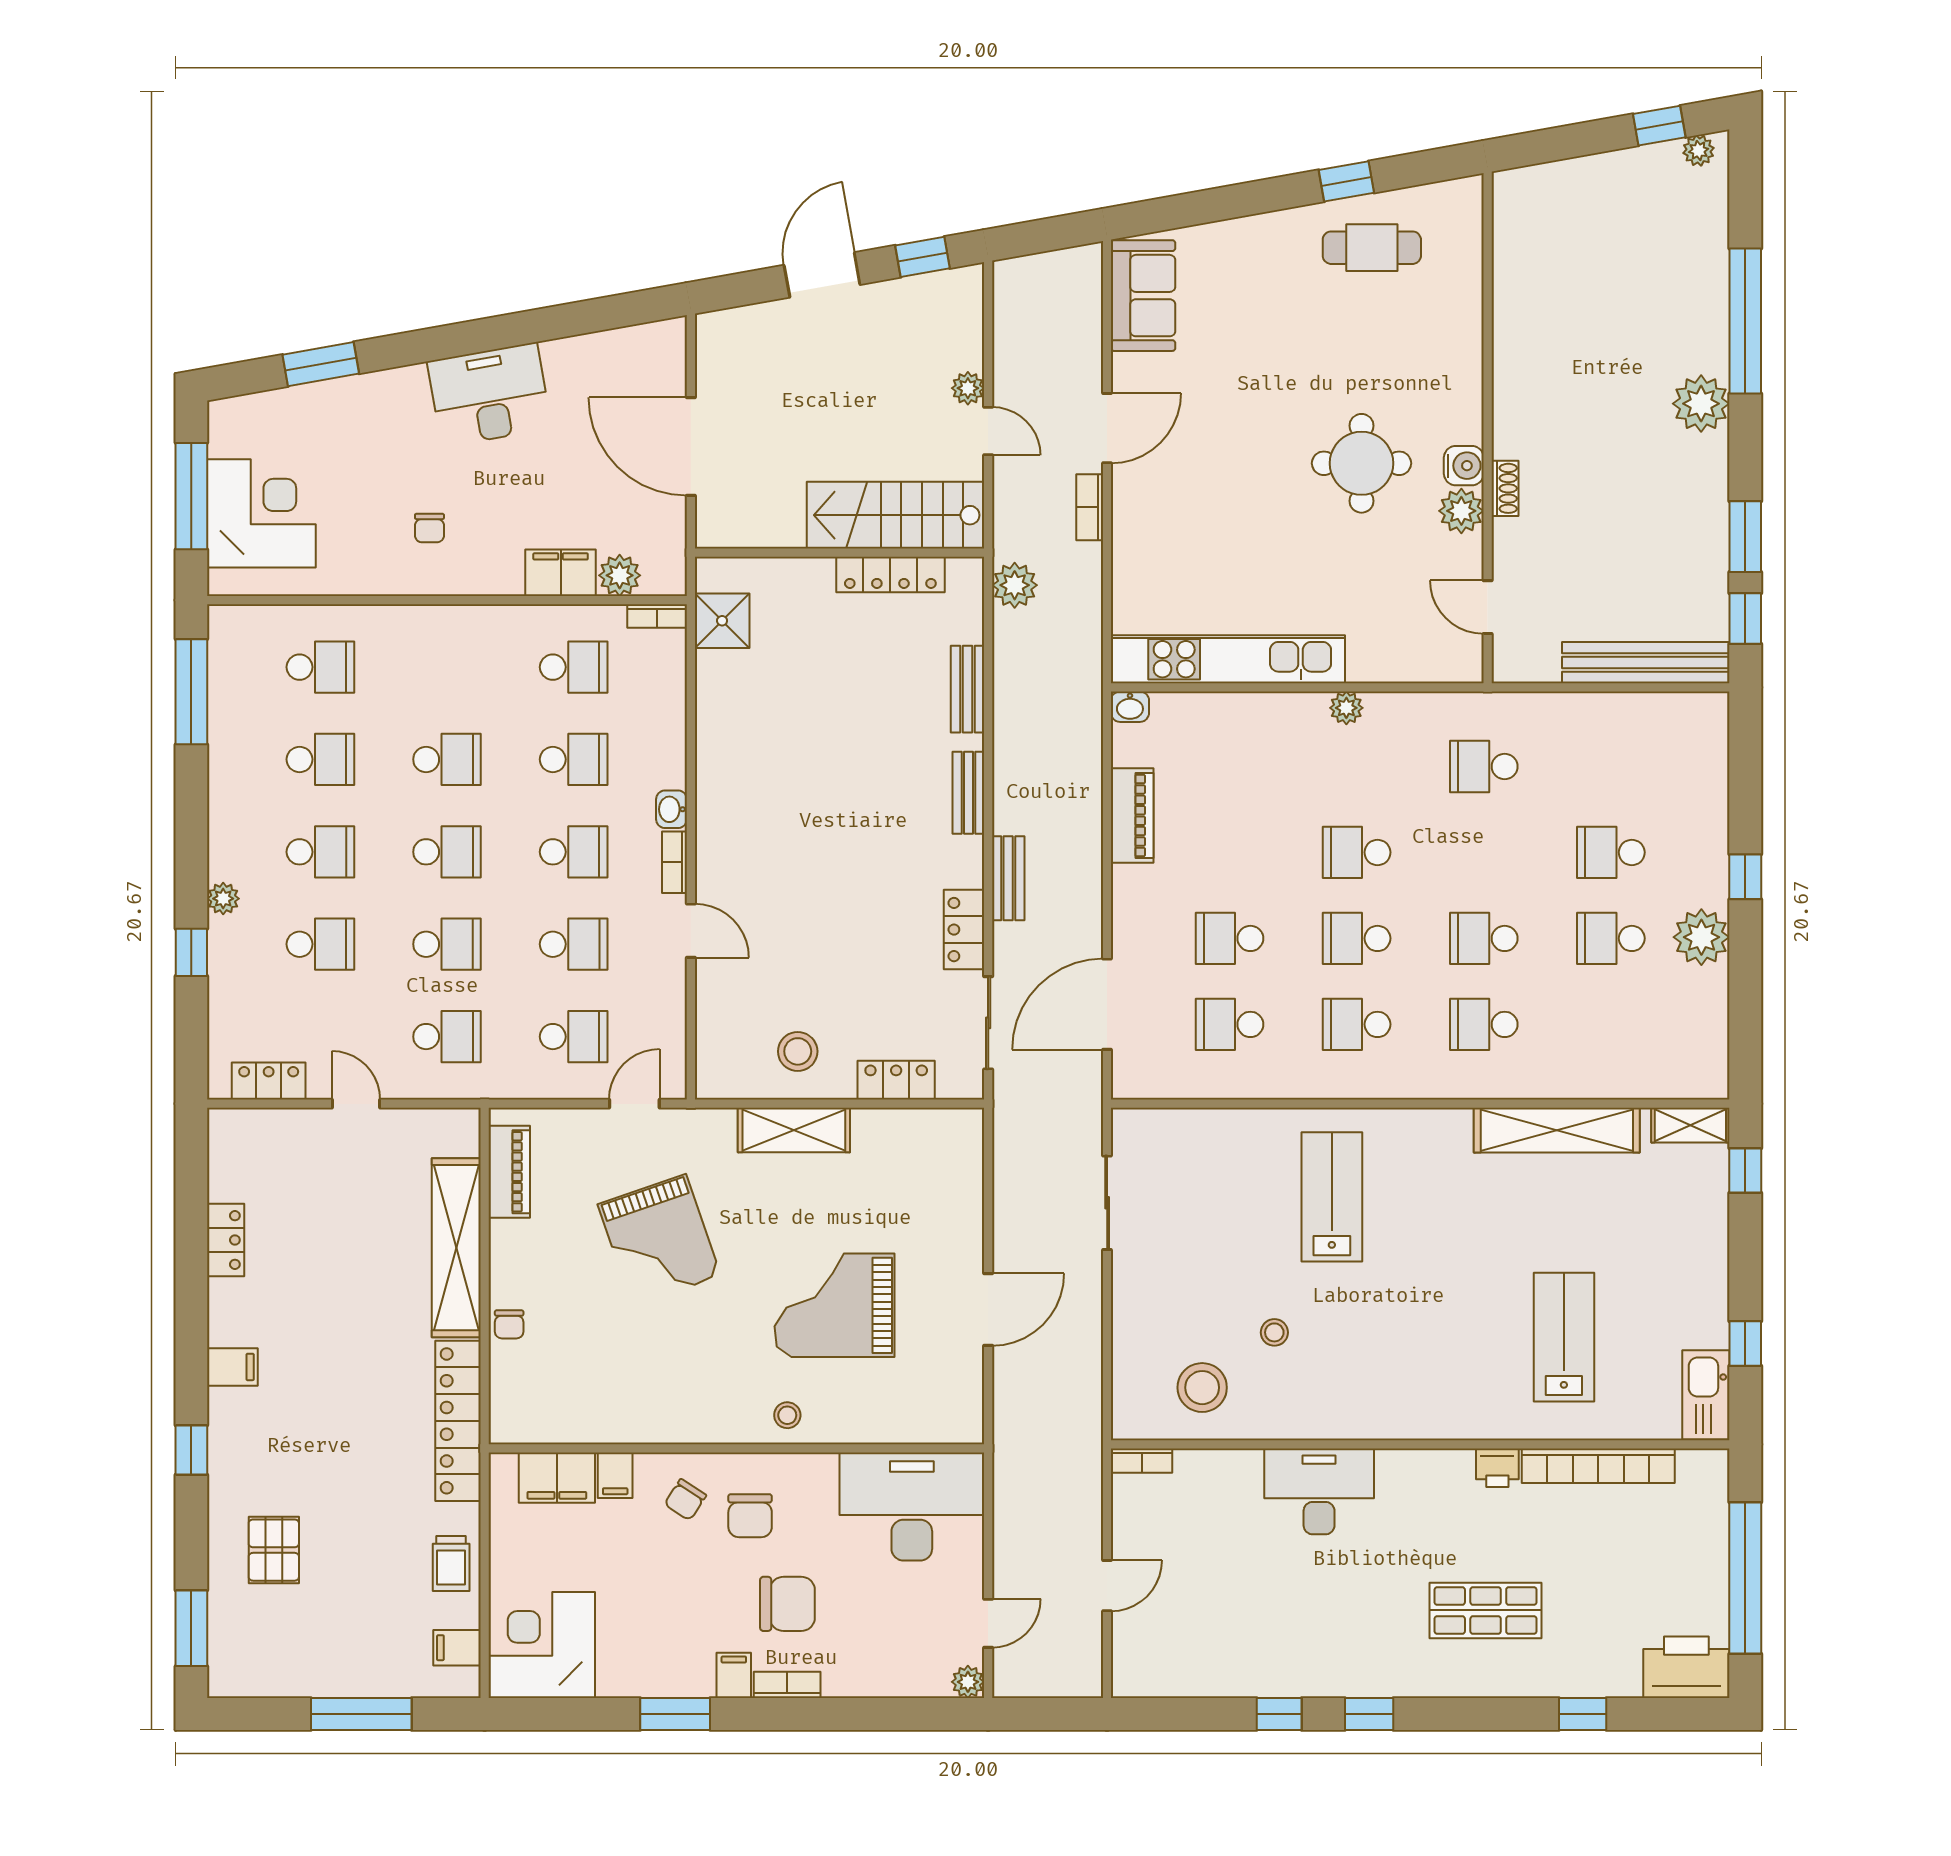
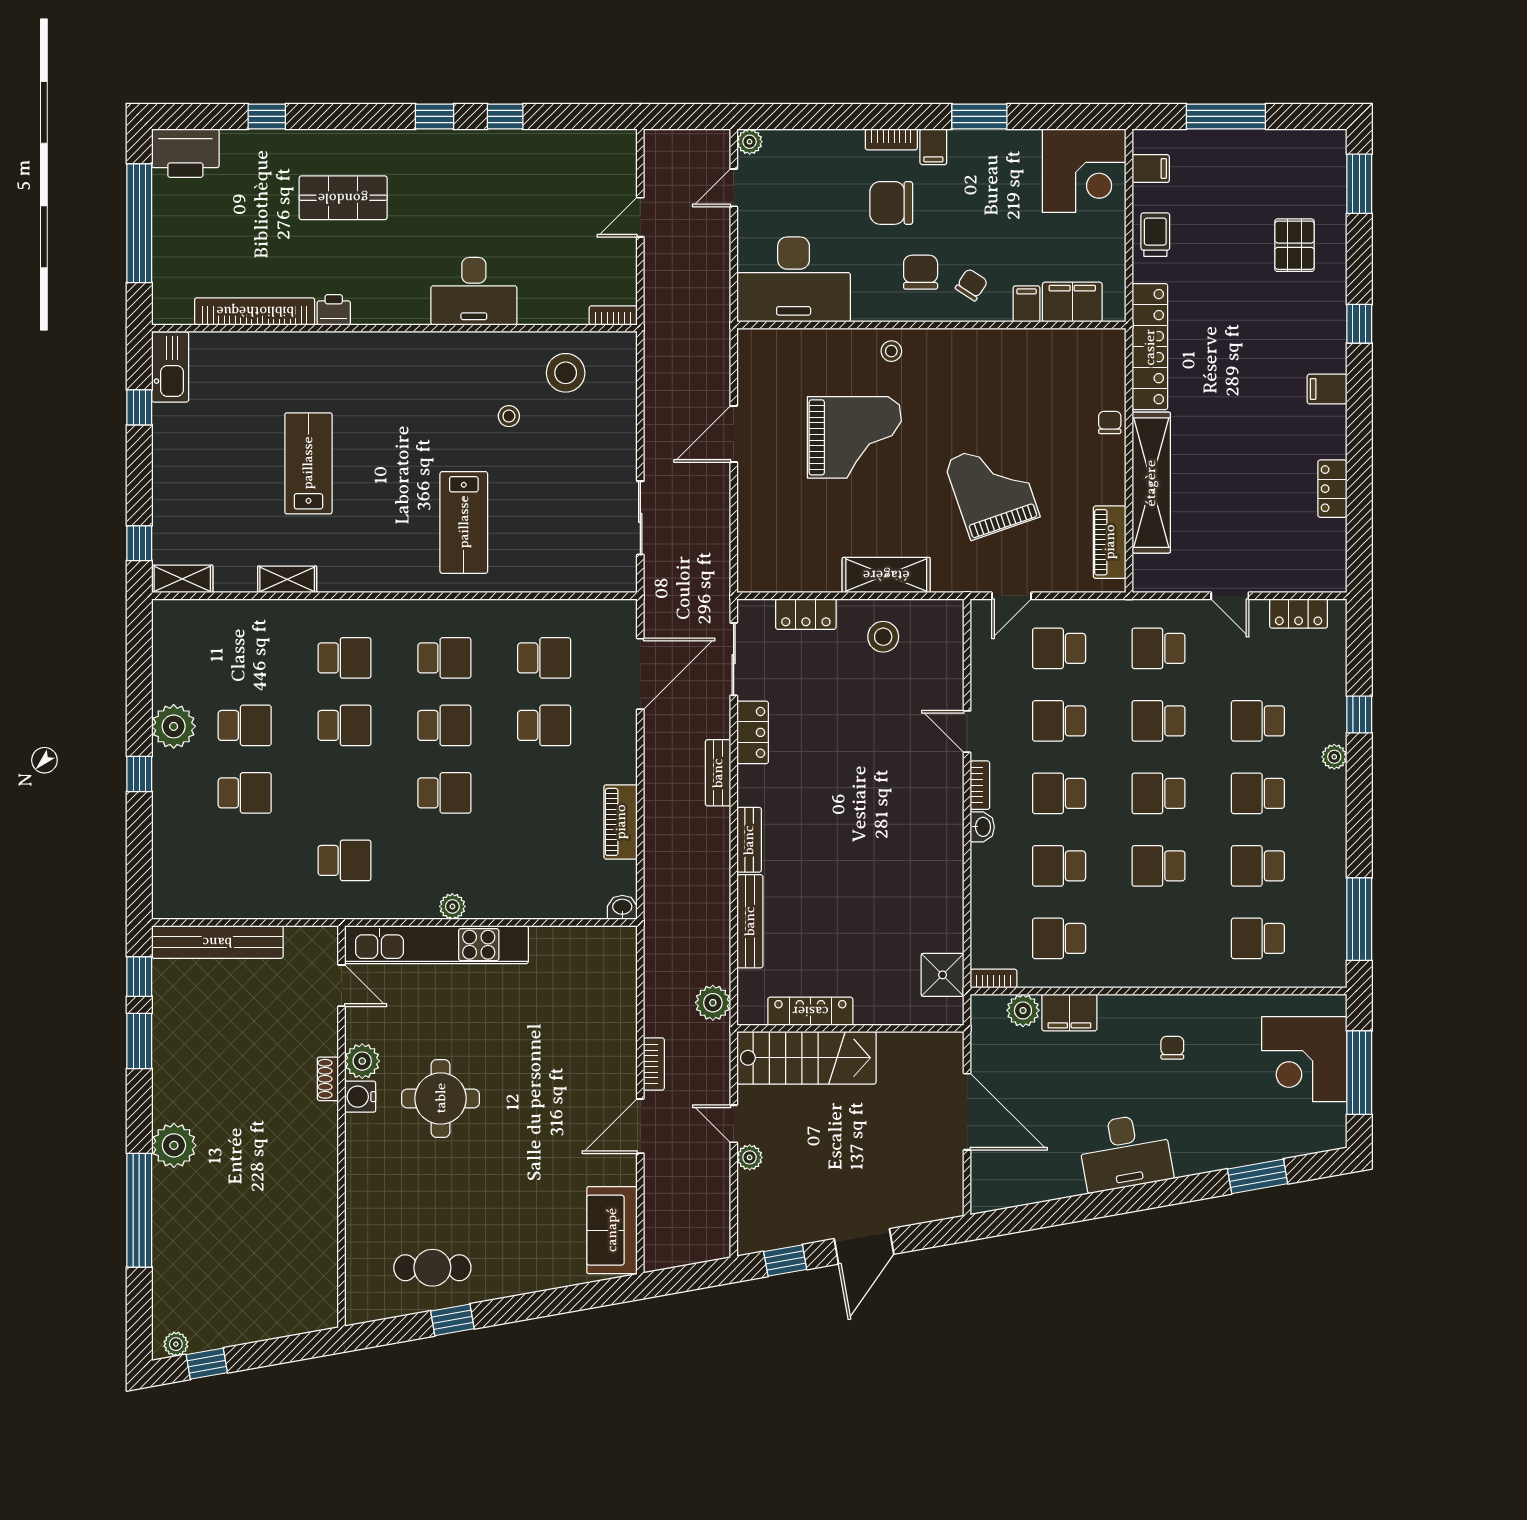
kitchen unit: (1228, 659) -> (436, 945), moved
bench: (968, 689) -> (750, 921), width x1.36
shelving: (1557, 1130) -> (287, 579), width x0.45, depth x0.75
lab bench: (1564, 1337) -> (308, 463), moved, turned 180

